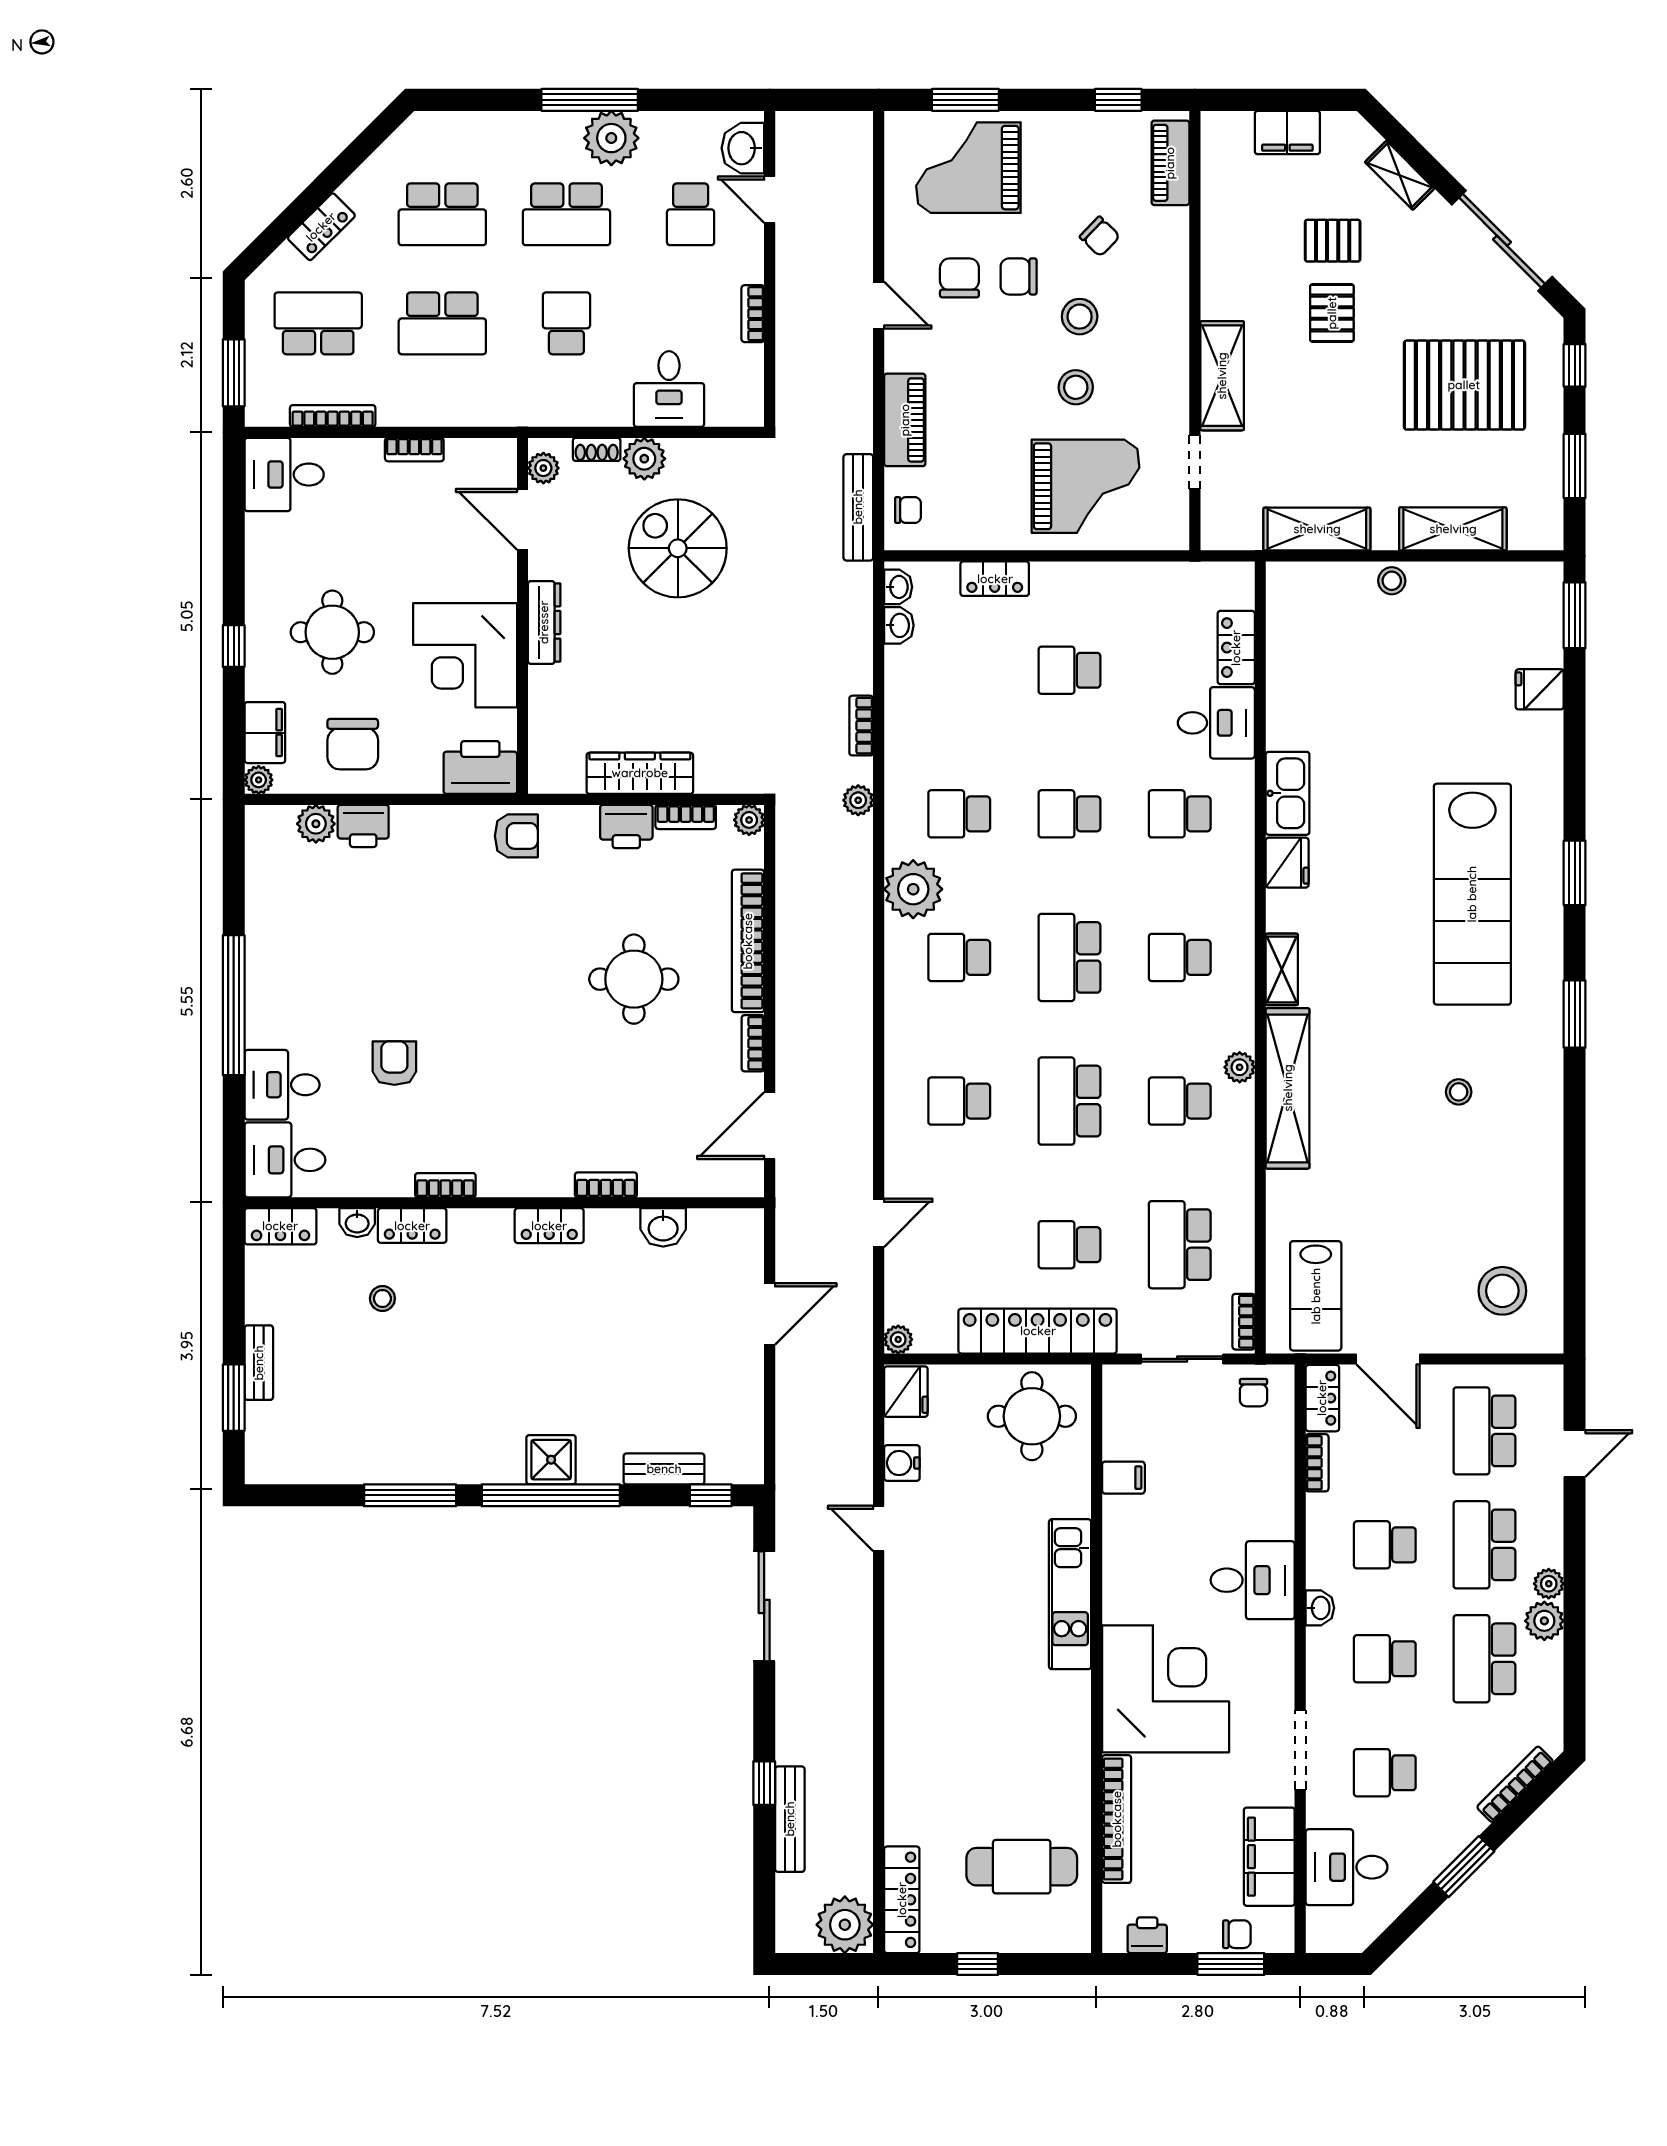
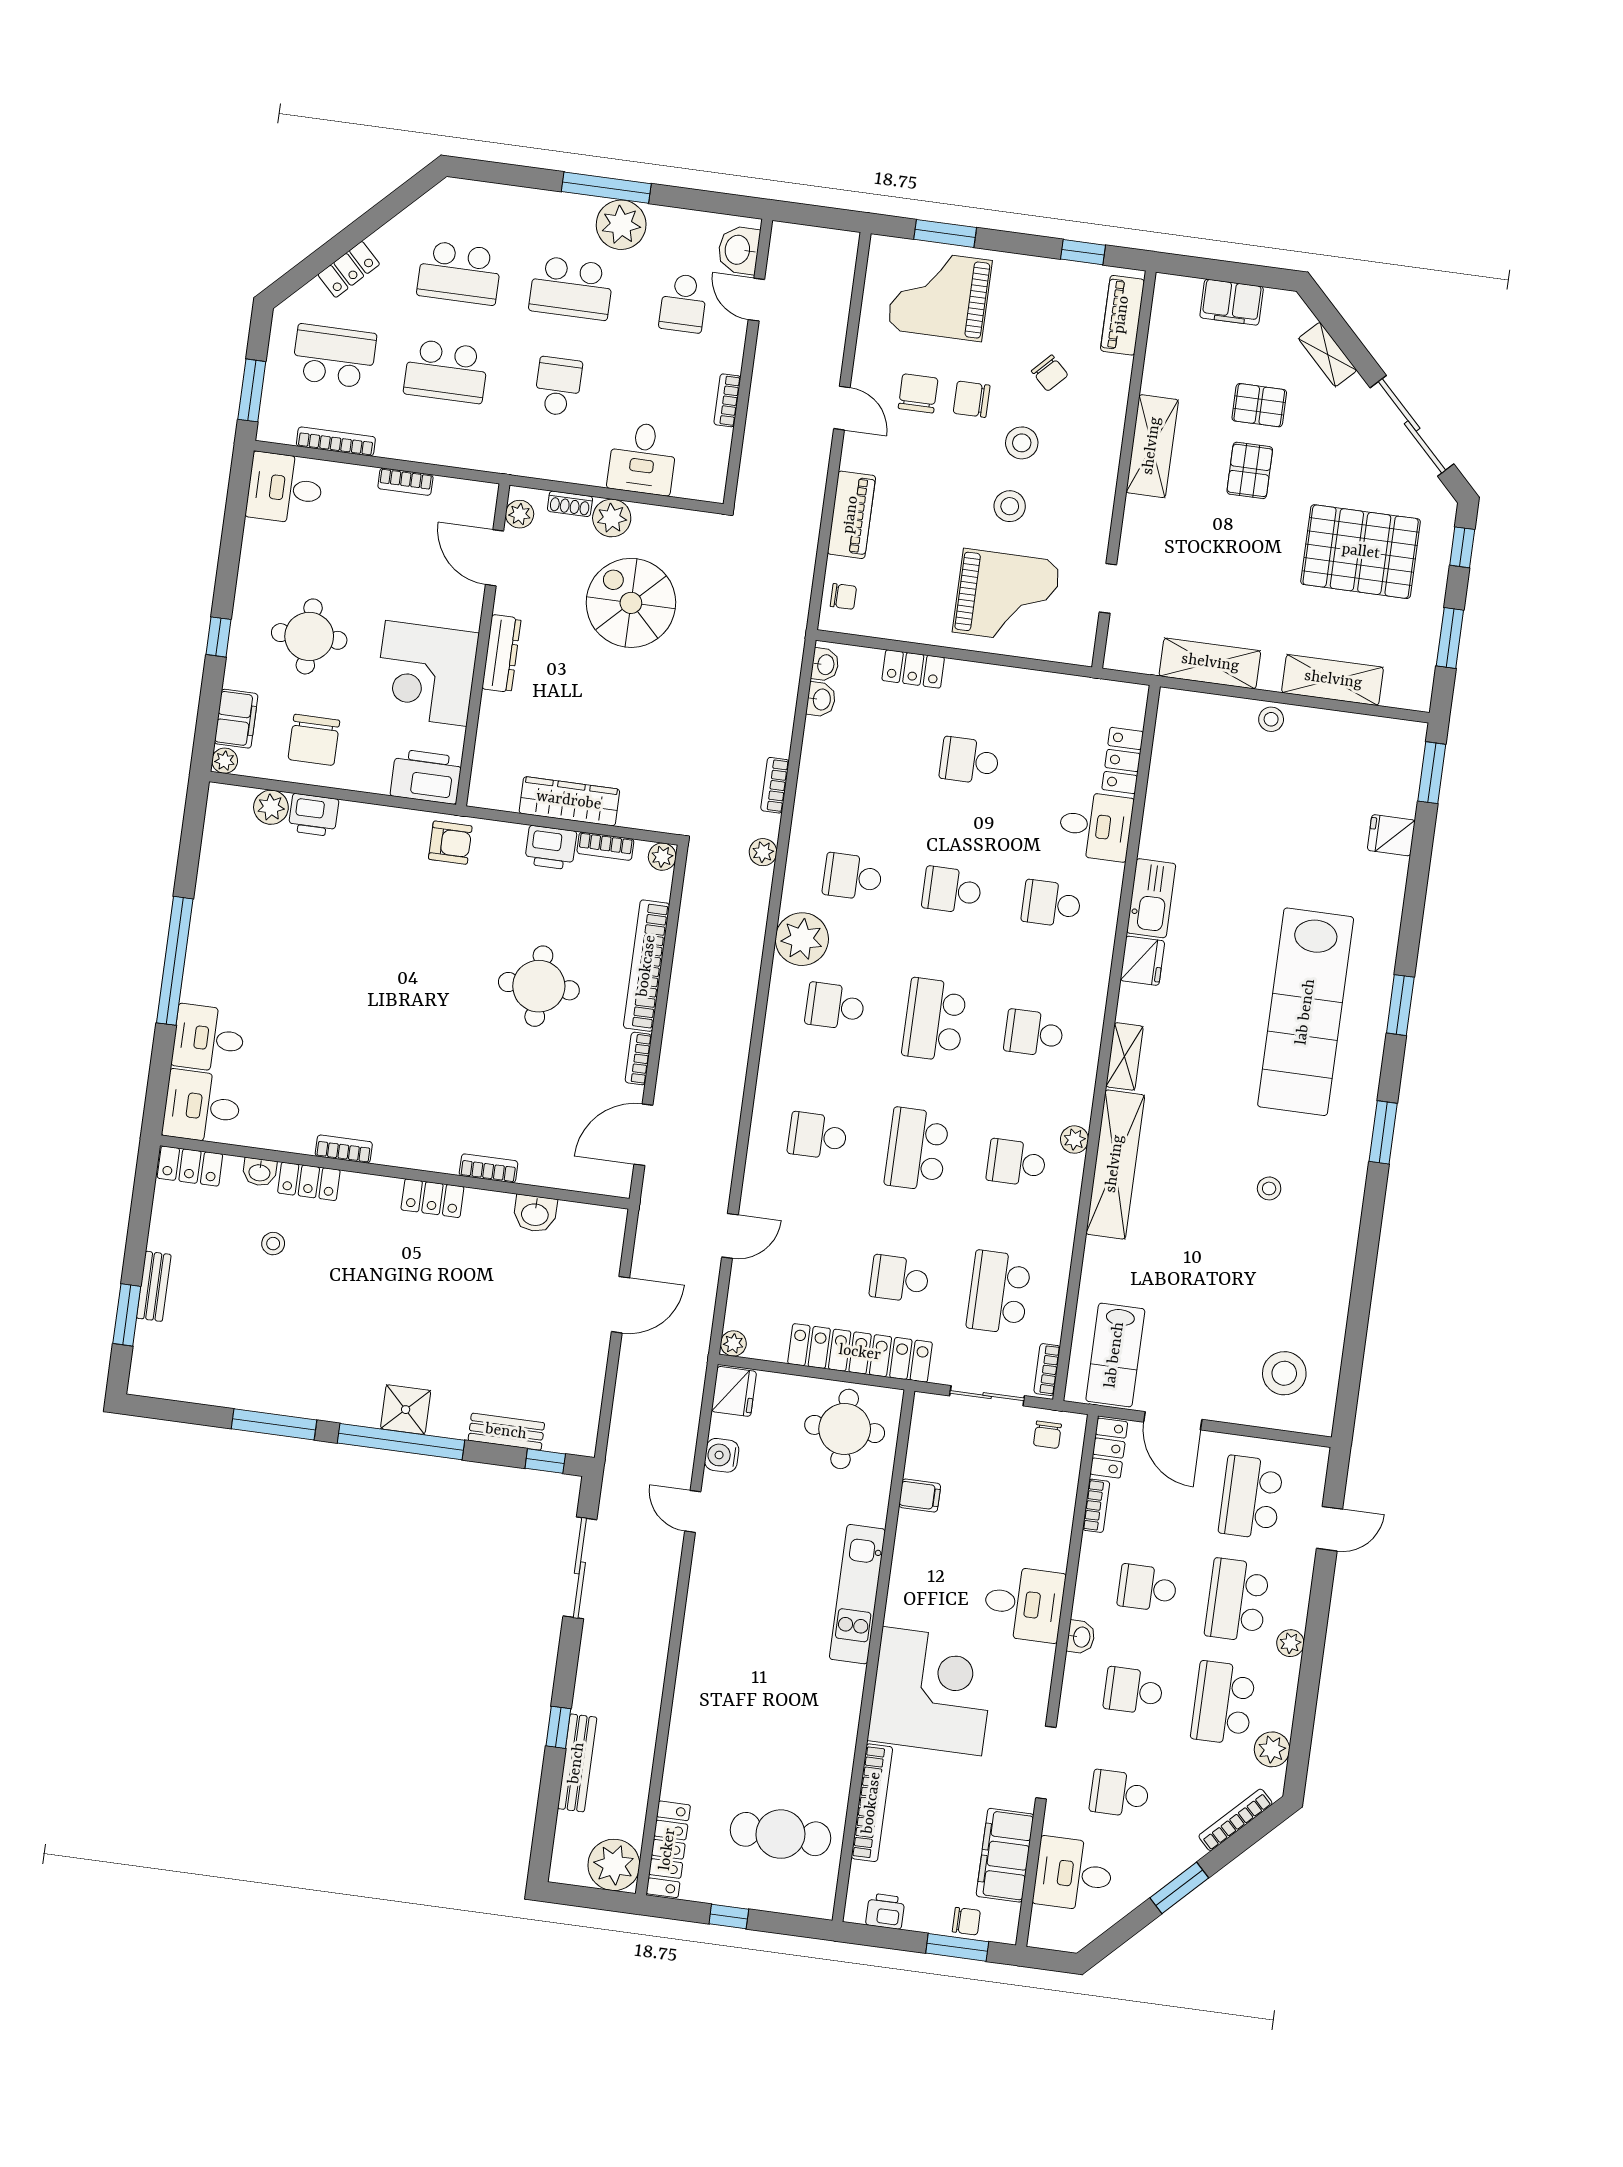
shelving: (1222, 376) -> (1152, 446), moved
bench: (858, 507) -> (799, 588), removed
armchair: (394, 1063) -> (313, 1033), removed
plant: (1544, 1621) -> (1272, 1749), moved

